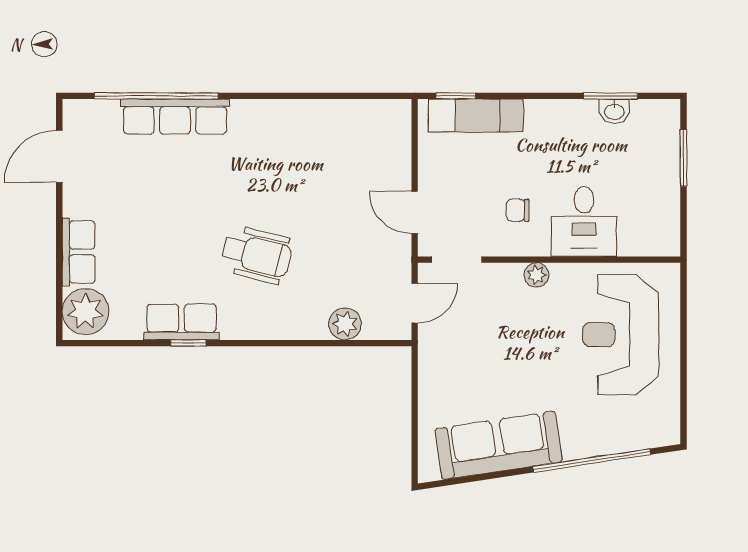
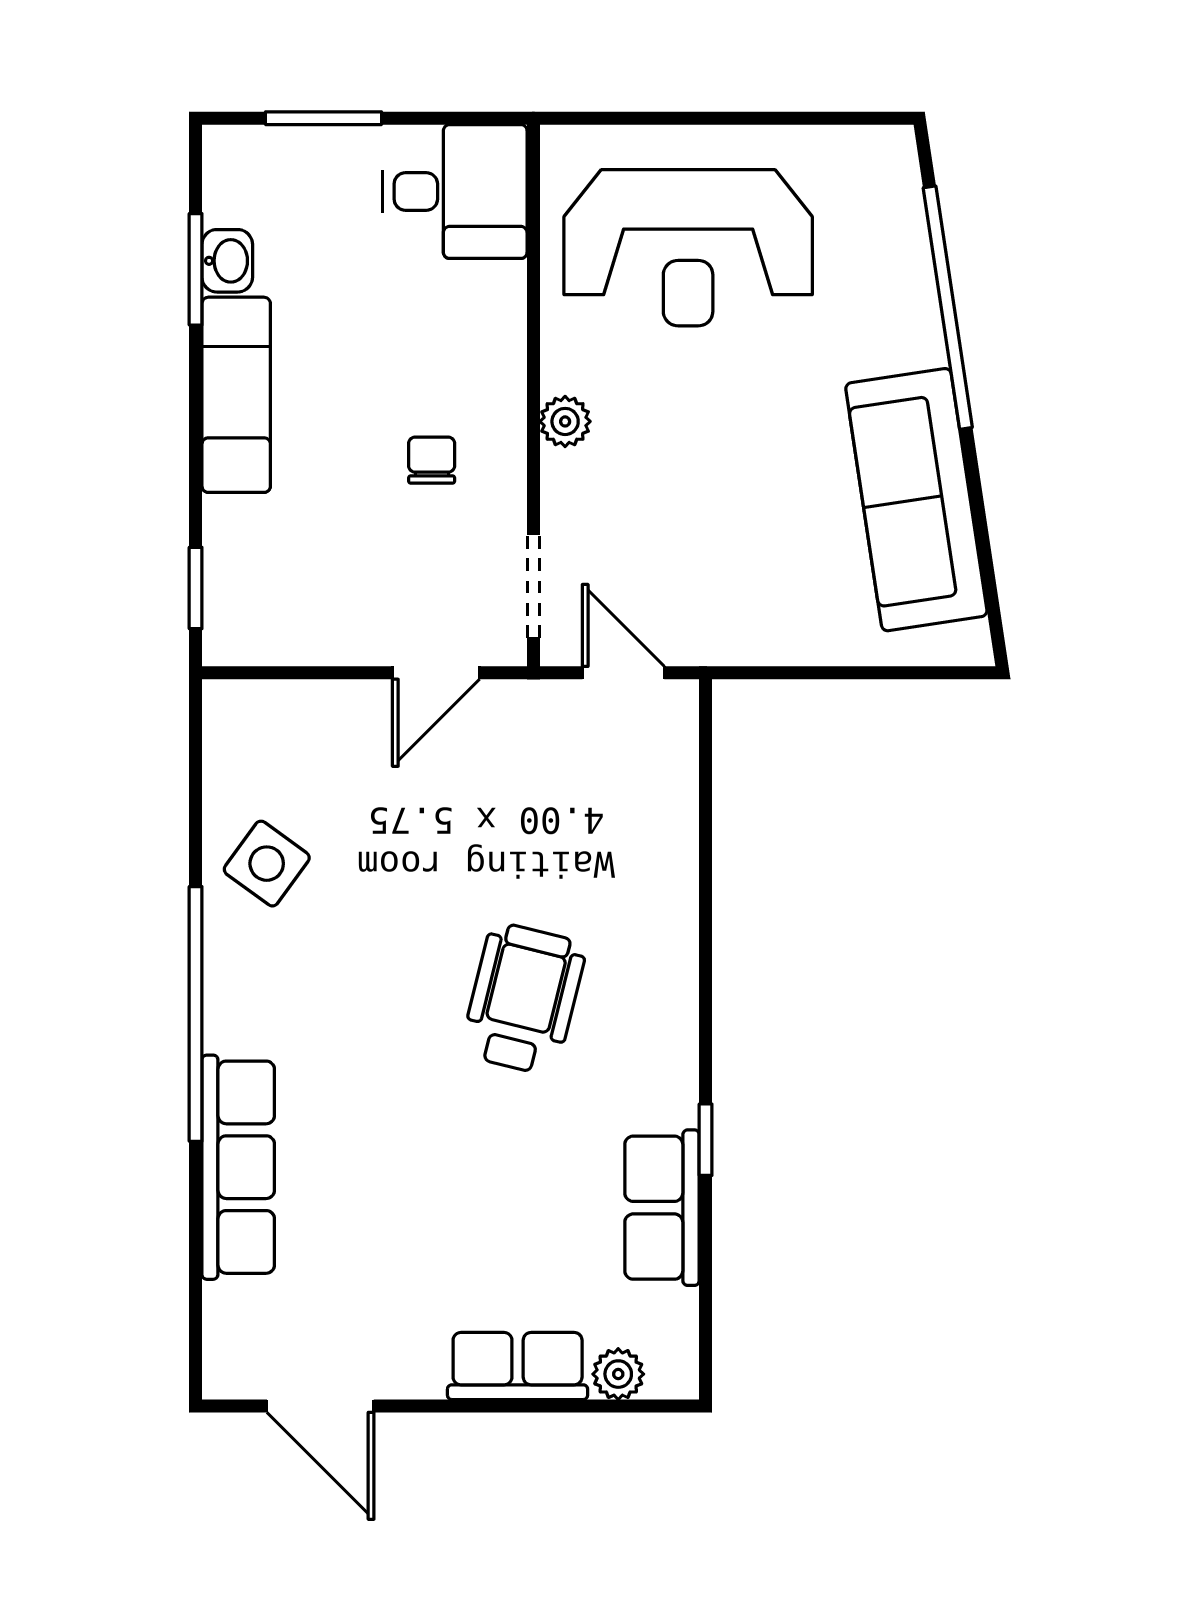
window: (156, 96) -> (196, 1014), moved
exam couch: (476, 116) -> (236, 395), moved
side table: (322, 130) -> (267, 864), added
chair: (518, 210) -> (432, 460), turned 180
desk: (584, 222) -> (455, 191), moved
plant: (86, 312) -> (618, 1374), width x0.53, depth x0.53
row of seats: (182, 322) -> (662, 1208), moved
plant: (345, 324) -> (666, 816), removed

